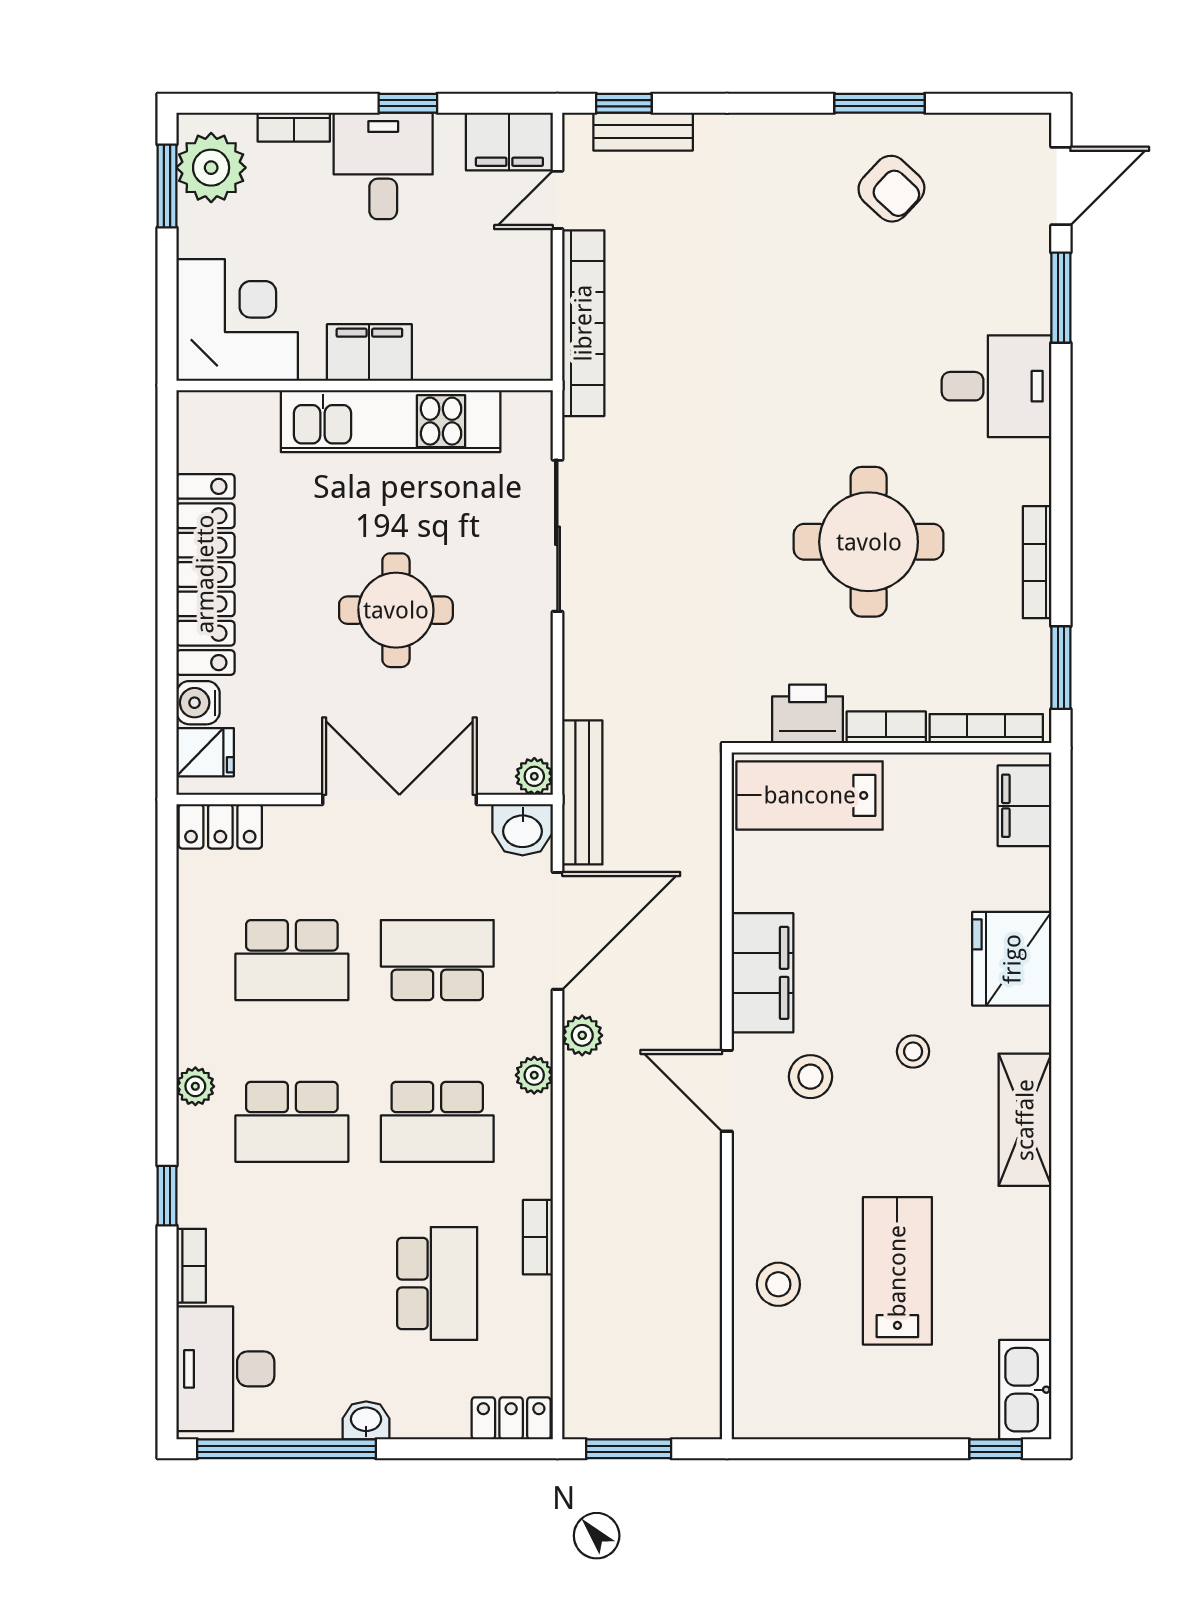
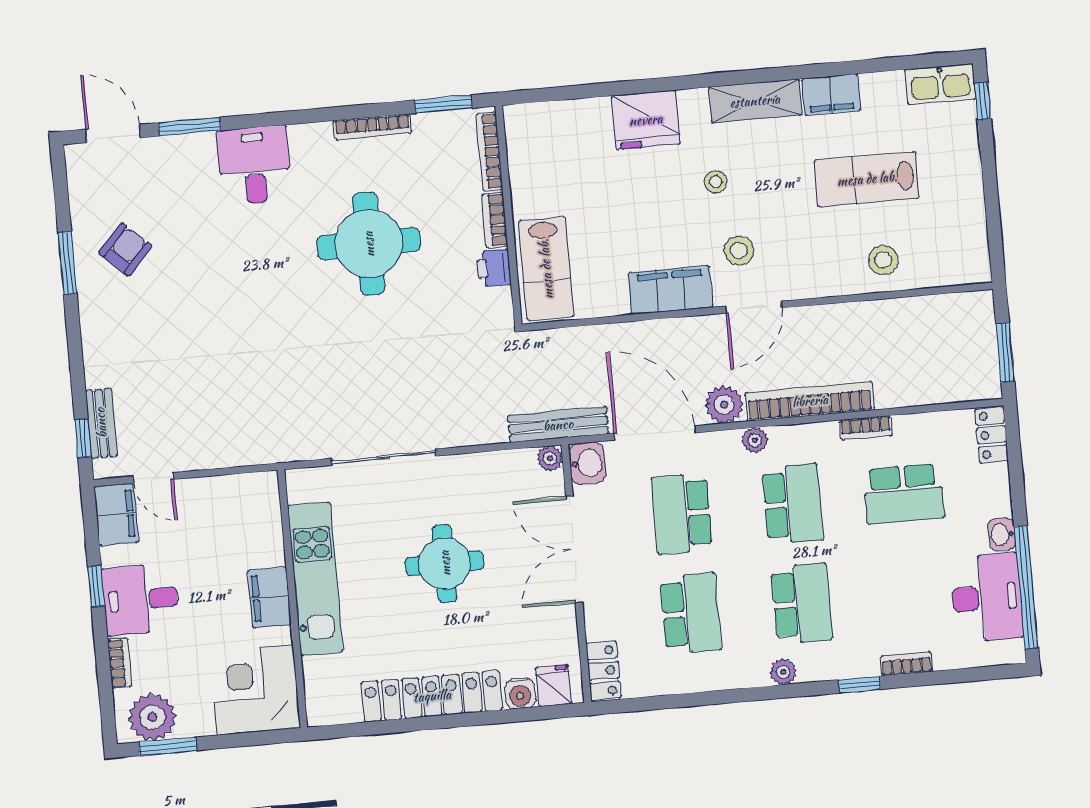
bookcase: (583, 323) -> (810, 401), moved
printer: (808, 714) -> (494, 268), width x0.73, depth x0.81
filing cabinet: (1025, 806) -> (831, 95), moved
plant: (582, 1035) -> (724, 405), width x1.38, depth x1.38
school desk: (437, 1283) -> (904, 494), turned 180
desk: (225, 1369) -> (987, 598), moved, turned -90

